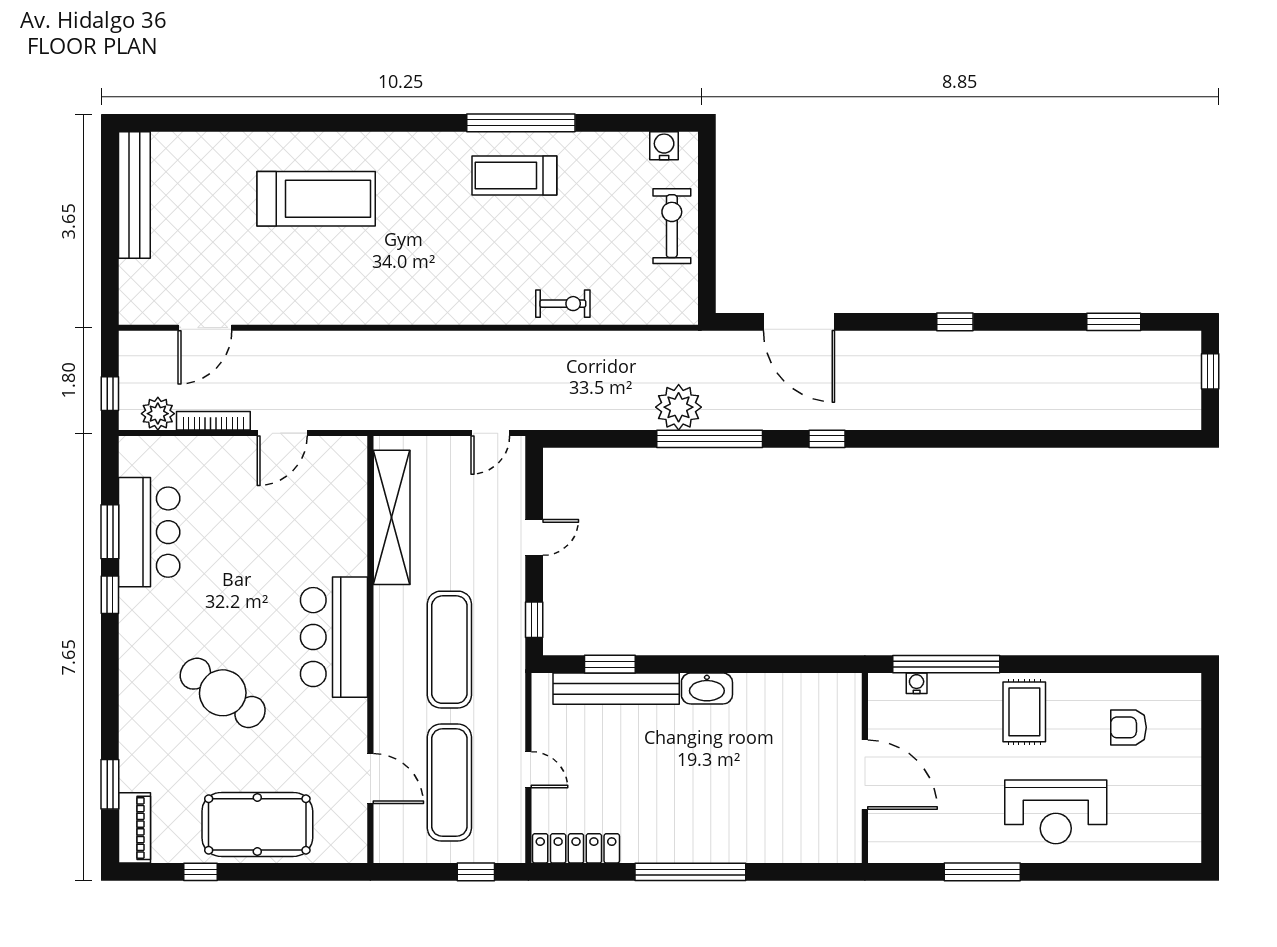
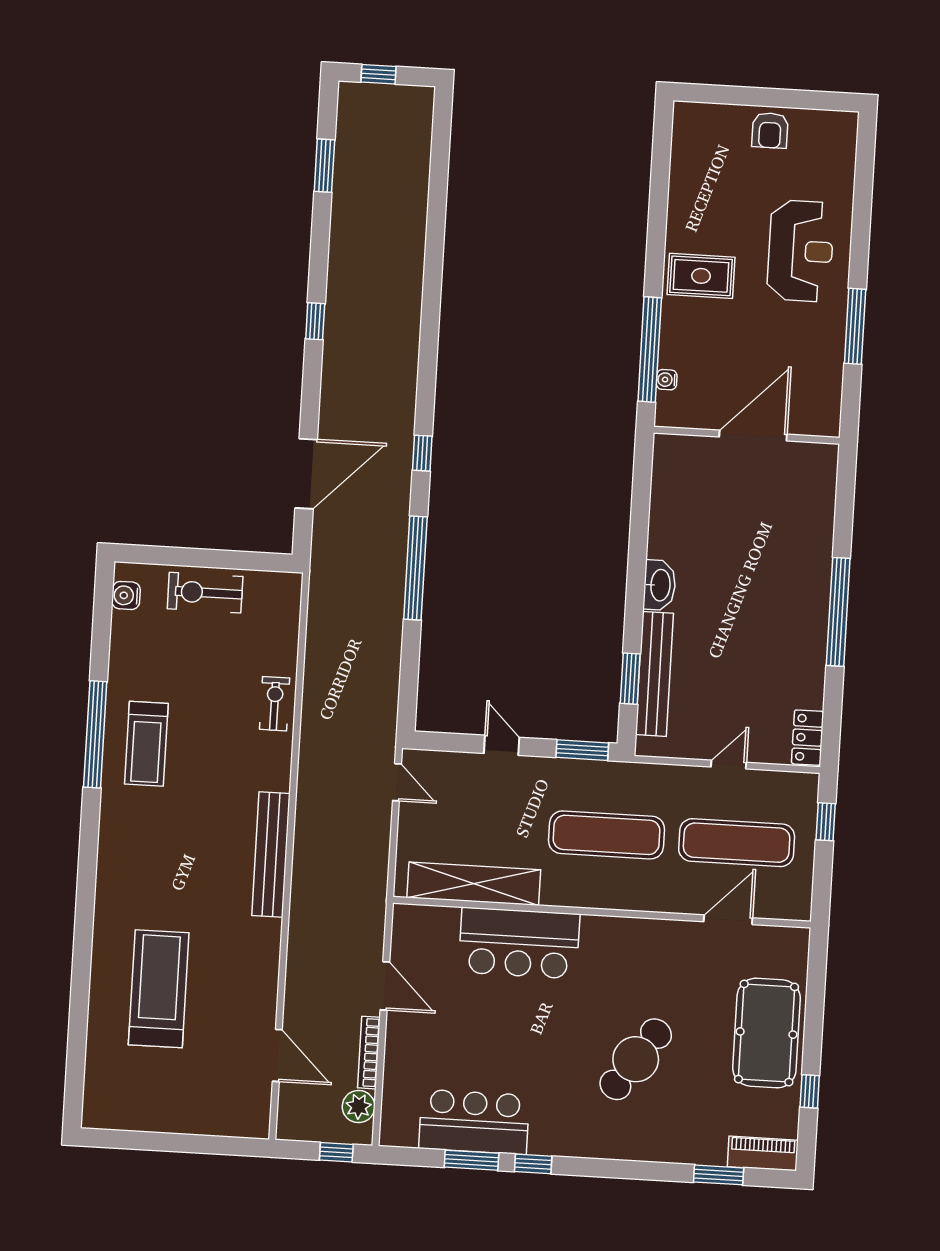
bench: (134, 195) -> (271, 854), moved, turned 90
treadmill: (316, 199) -> (159, 989), moved
plant: (679, 407) -> (383, 597), removed
window: (534, 620) -> (582, 750), width x1.50
bar counter: (334, 637) -> (519, 943), moved
armchair: (1129, 727) -> (770, 130), moved
locker: (576, 848) -> (808, 738), width x0.66

